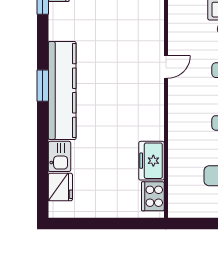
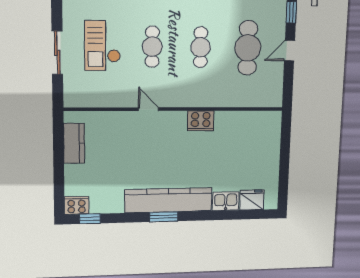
freezer: (152, 161) -> (232, 122), removed
cooker: (153, 196) -> (201, 121), moved

